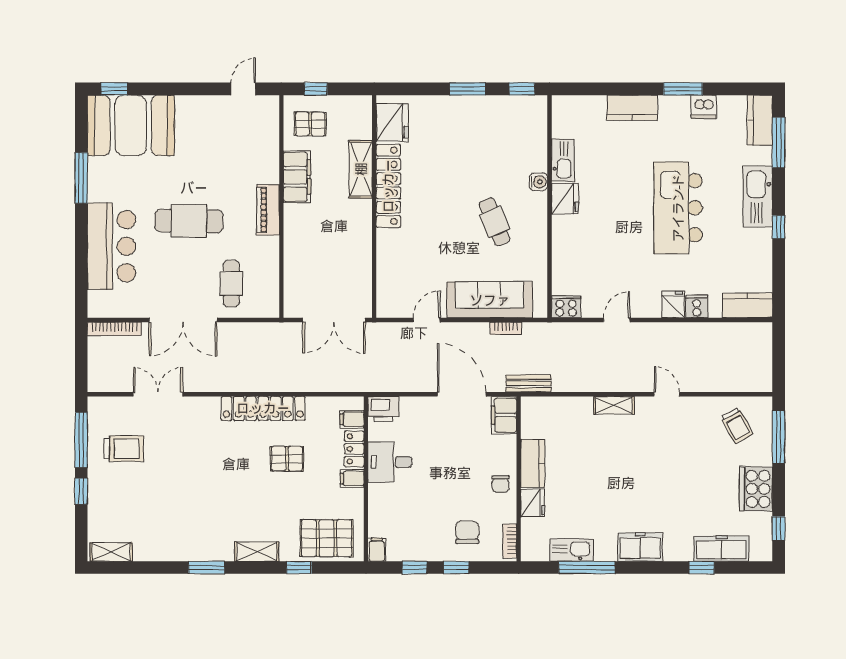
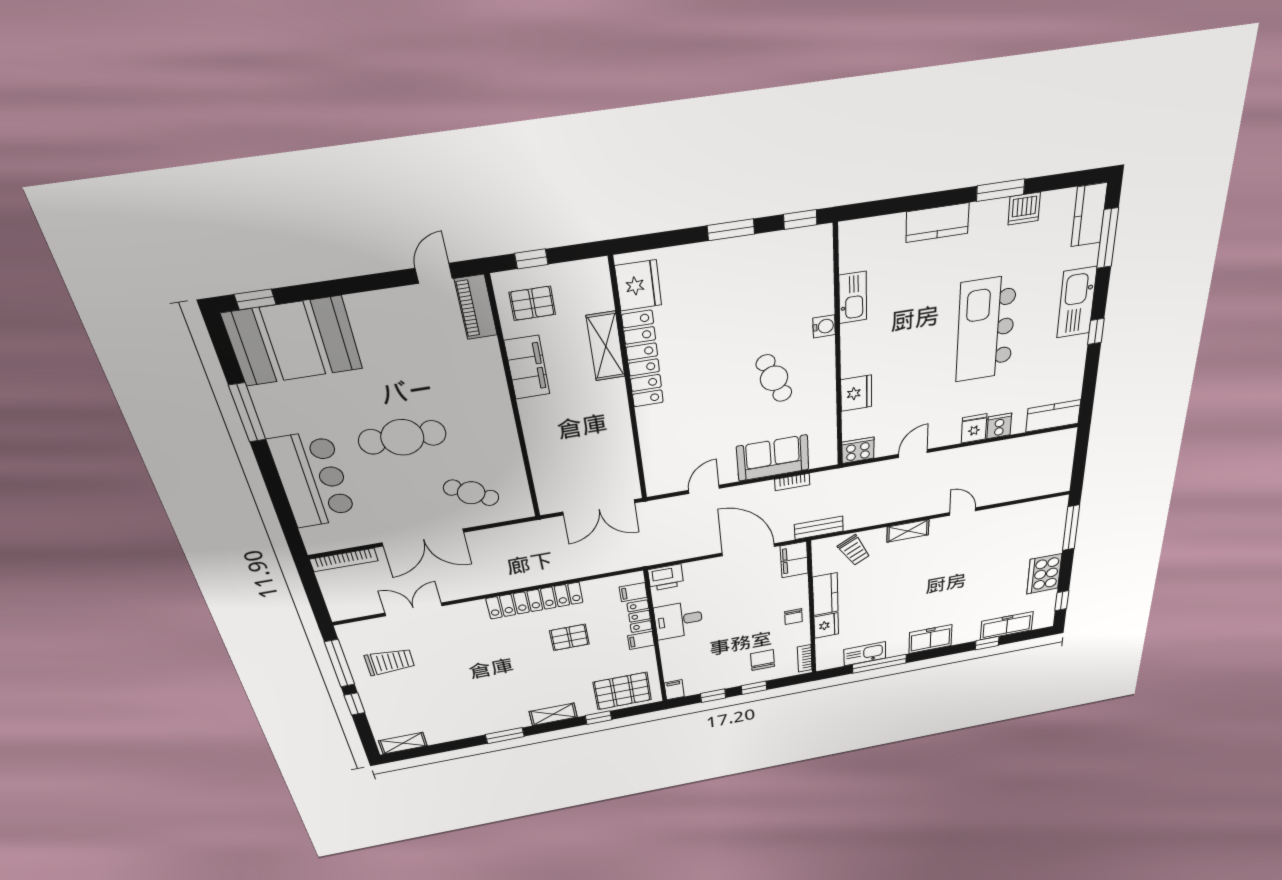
fridge: (565, 199) -> (856, 393), moved
piano: (268, 210) -> (476, 307), moved
cafe table: (231, 284) -> (471, 493), turned -60
sofa: (490, 300) -> (773, 458), width x0.73
trolley: (737, 425) -> (854, 550), moved

